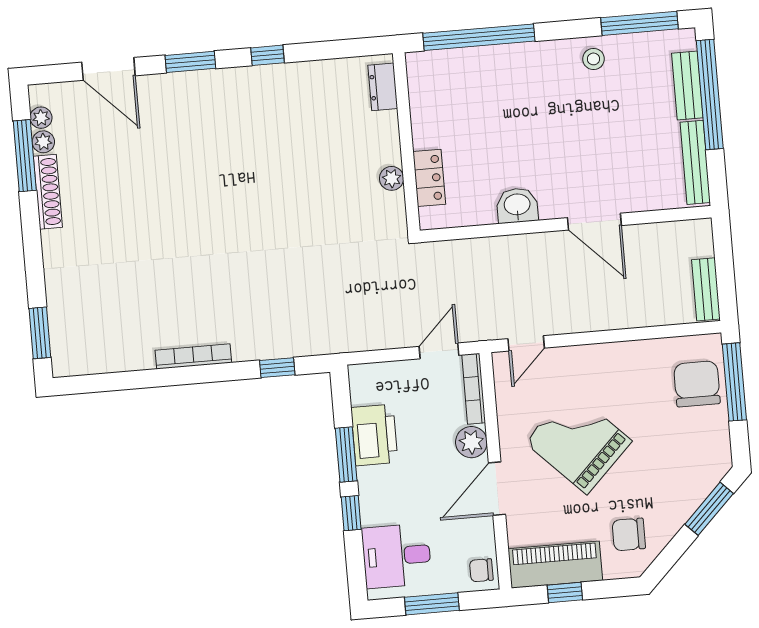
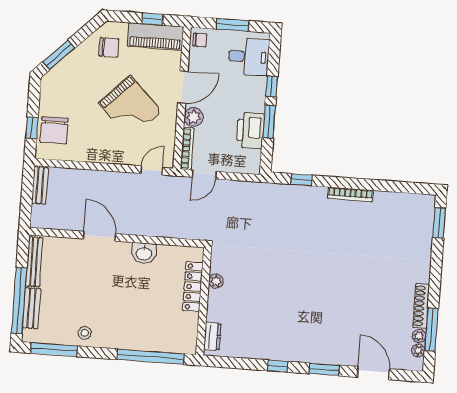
locker: (429, 178) -> (193, 287), width x1.53
window: (734, 382) -> (32, 128), width x0.46

